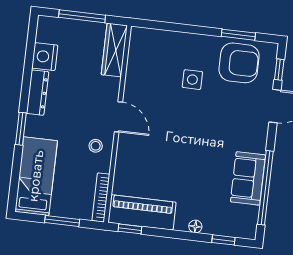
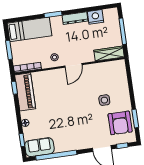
sofa: (248, 178) -> (39, 147), moved

